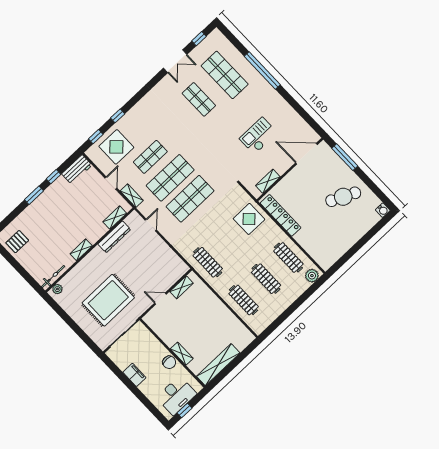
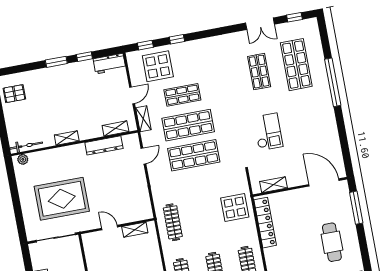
checkout: (258, 136) -> (268, 132), moved, turned 90
cafe table: (343, 197) -> (332, 242), turned 65

